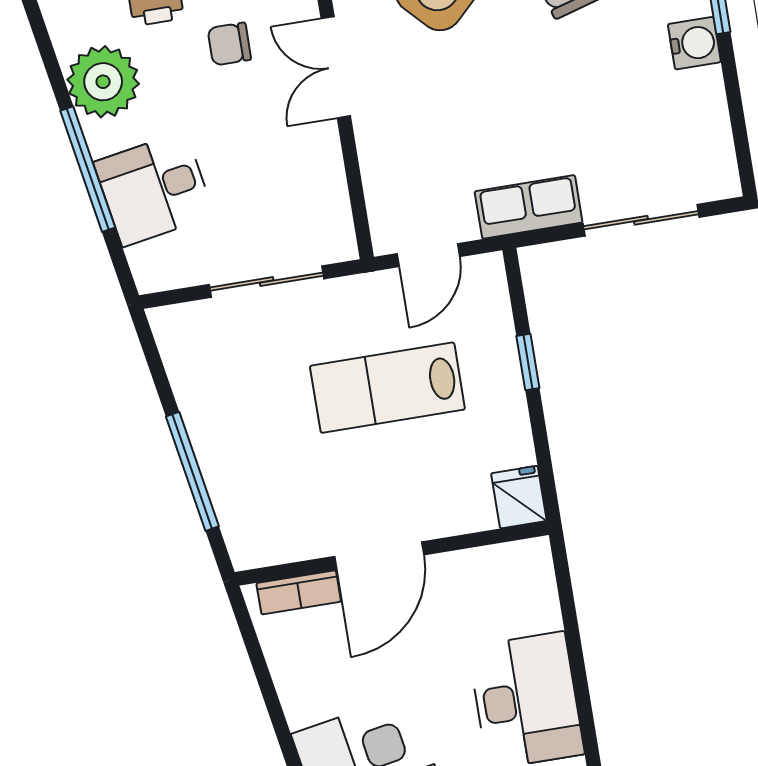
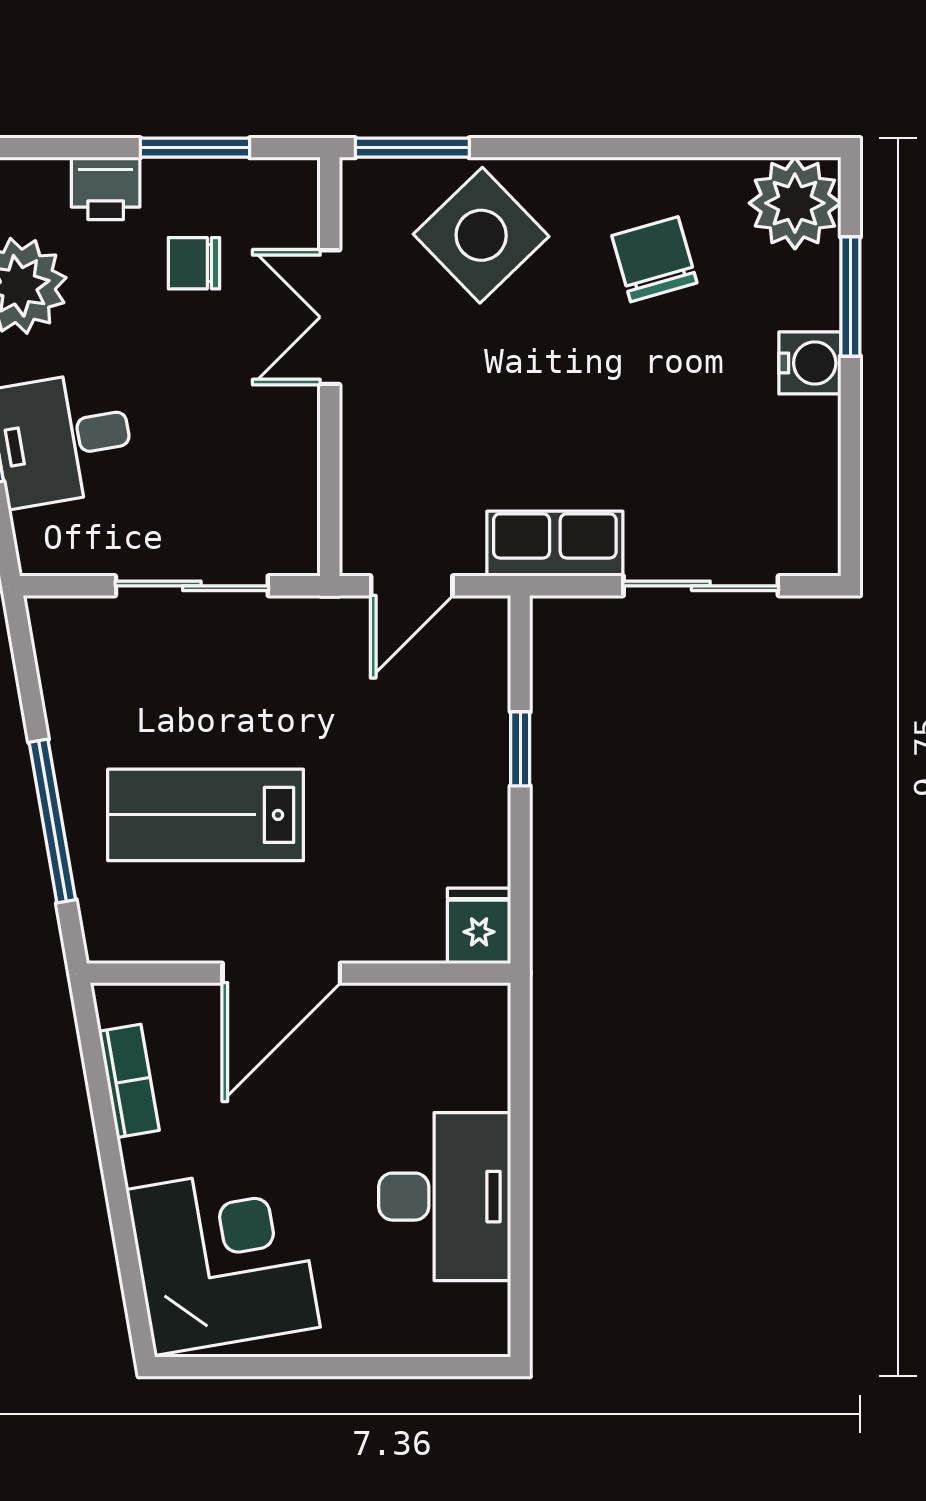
lab bench: (387, 388) -> (206, 815), moved
bookcase: (299, 592) -> (129, 1081), moved, turned -100

